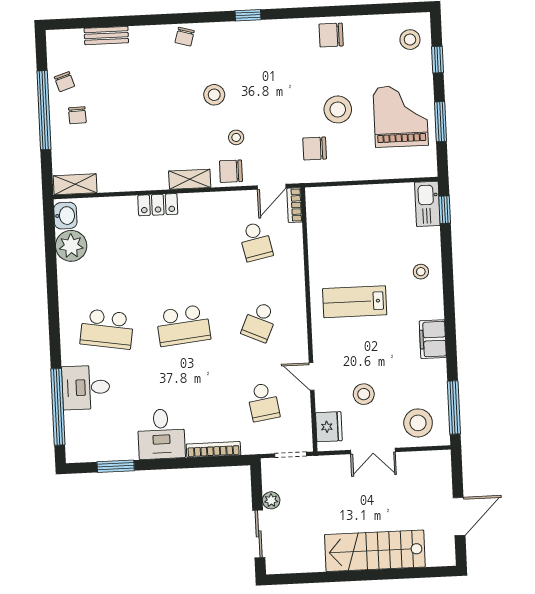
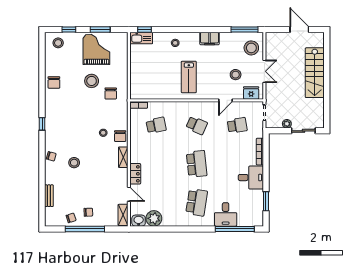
stool: (214, 95) -> (74, 163), moved
grand piano: (401, 116) -> (96, 49), turned 90
door: (272, 187) -> (129, 194), moved

